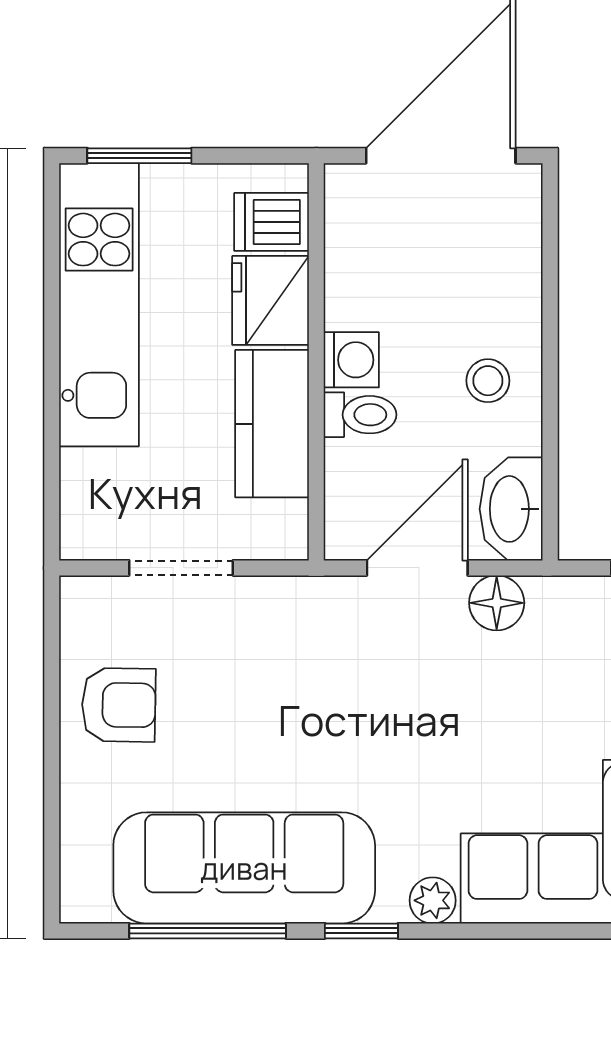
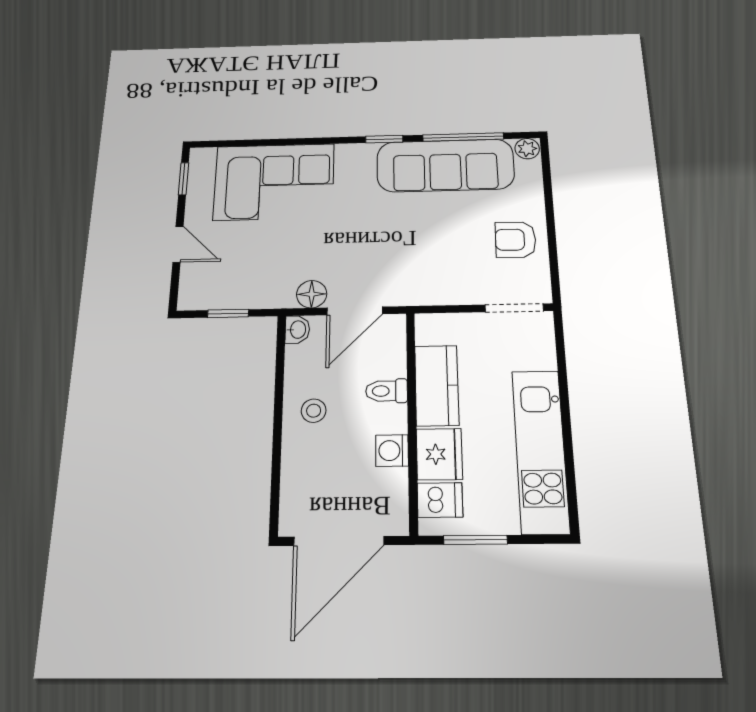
window: (139, 156) -> (475, 540), moved
washing machine: (351, 360) -> (392, 451), moved
washbasin: (511, 509) -> (297, 330), width x0.52, depth x0.69
doorway: (181, 568) -> (514, 308), moved
plant: (433, 900) -> (527, 149), moved

